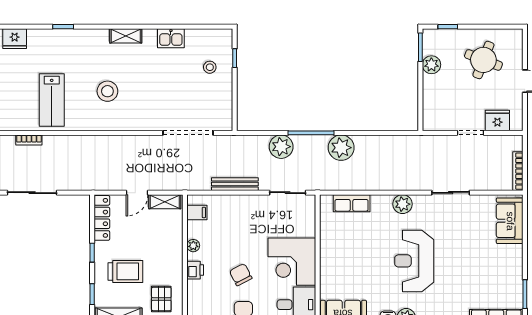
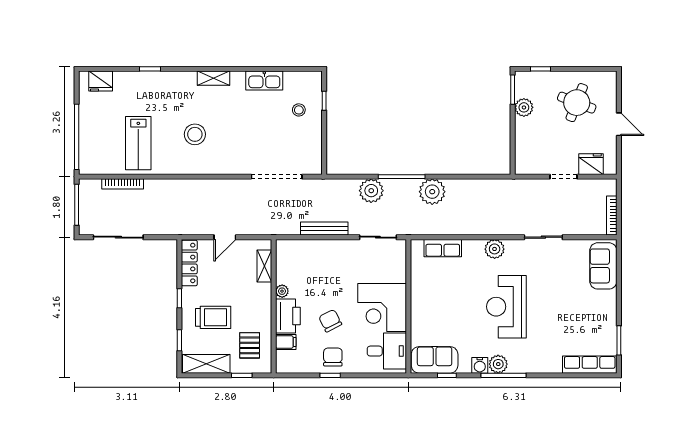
kitchen sink: (171, 38) -> (264, 81), width x1.38
bookcase: (29, 140) -> (123, 184), width x1.56
shelving: (165, 202) -> (264, 266), moved, turned 90
filing cabinet: (197, 212) -> (286, 342), moved
printer: (195, 270) -> (288, 316), width x1.87, depth x1.48

